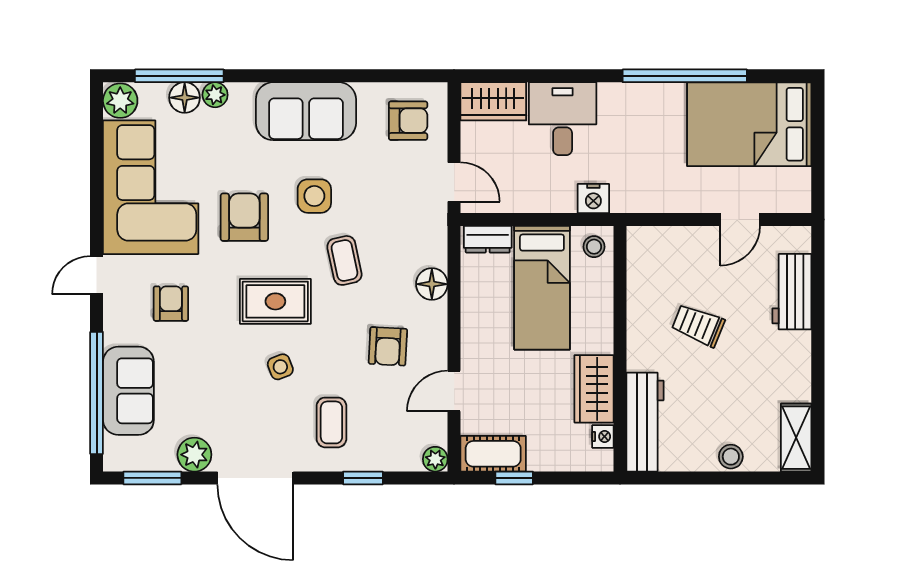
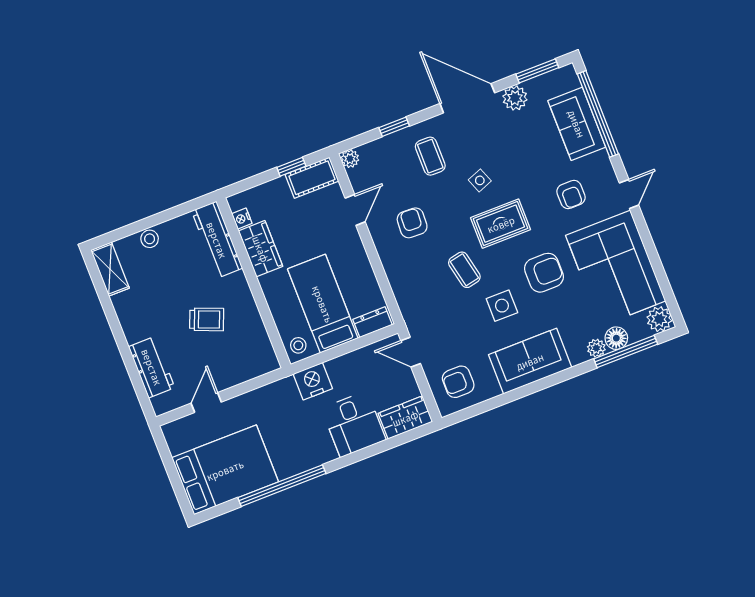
nightstand: (593, 198) -> (313, 381), width x1.36, depth x1.33
armchair: (244, 217) -> (544, 273), turned -90
floor lamp: (432, 284) -> (399, 277), removed

